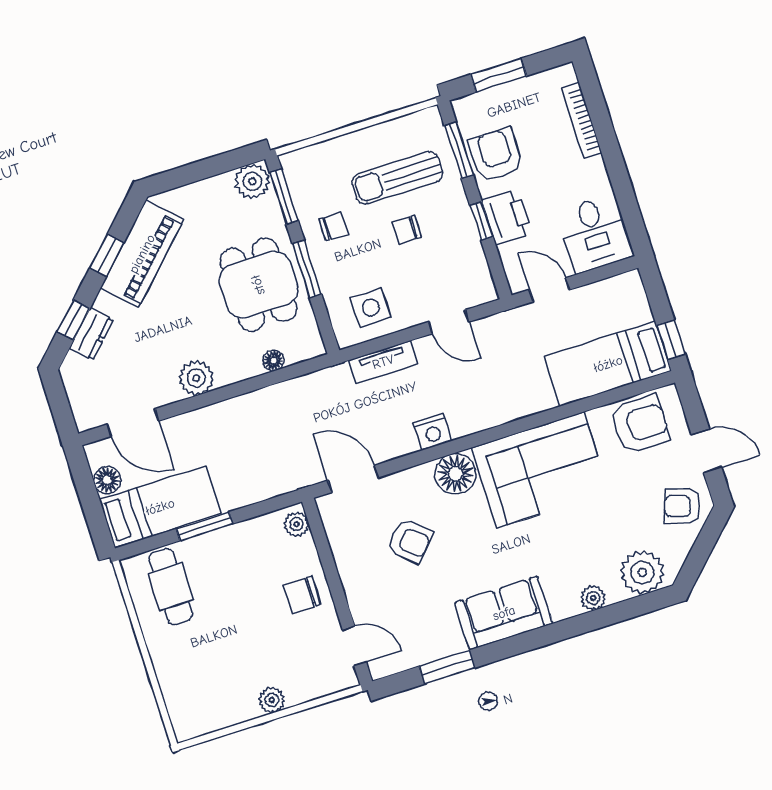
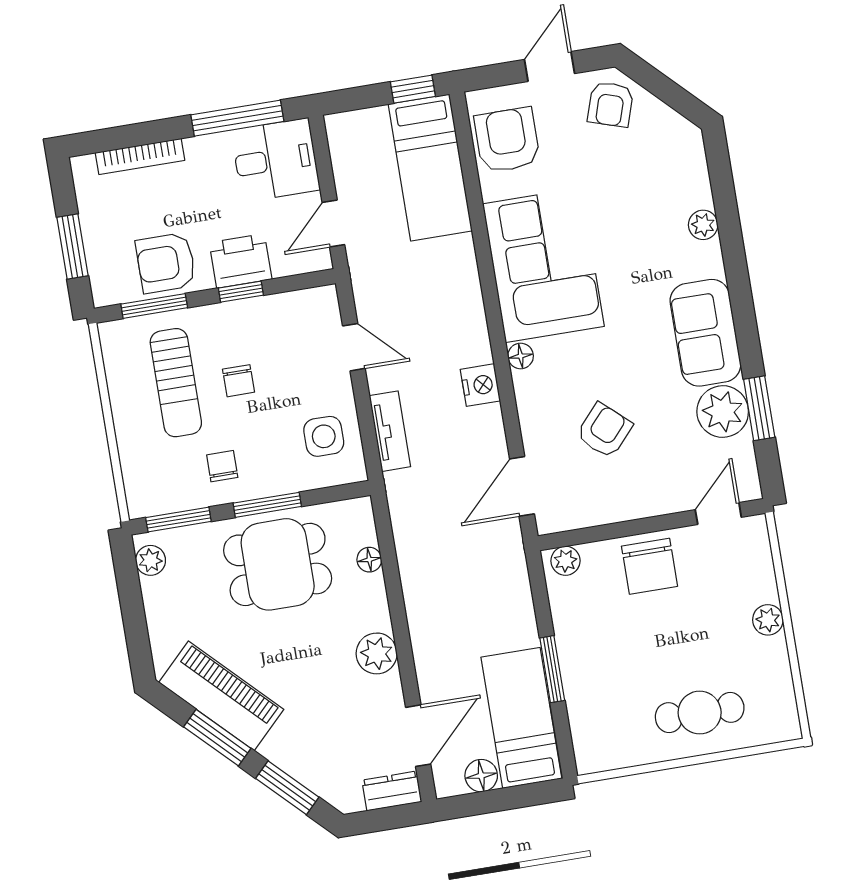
plant: (252, 181) -> (151, 560), width x0.73, depth x0.73
window: (625, 197) -> (237, 118), added
window: (107, 255) -> (217, 738), width x1.50
window: (74, 320) -> (287, 788), width x1.50
door: (449, 322) -> (354, 347), hinge flipped
dresser: (91, 334) -> (392, 791), moved, turned -45
floor lamp: (455, 474) -> (521, 356), width x0.53, depth x0.53
plant: (642, 572) -> (723, 412), moved
cafe table: (171, 586) -> (700, 713), moved
chair: (302, 595) -> (650, 566), width x1.37, depth x1.37

